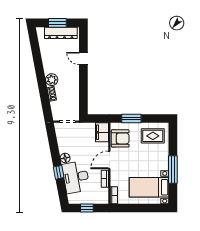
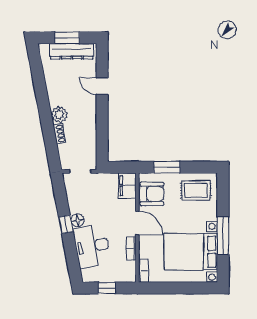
door: (109, 160) -> (137, 223), swing flipped
window: (59, 172) -> (66, 224), moved
bed with nightstands: (149, 187) -> (191, 252), width x1.36

